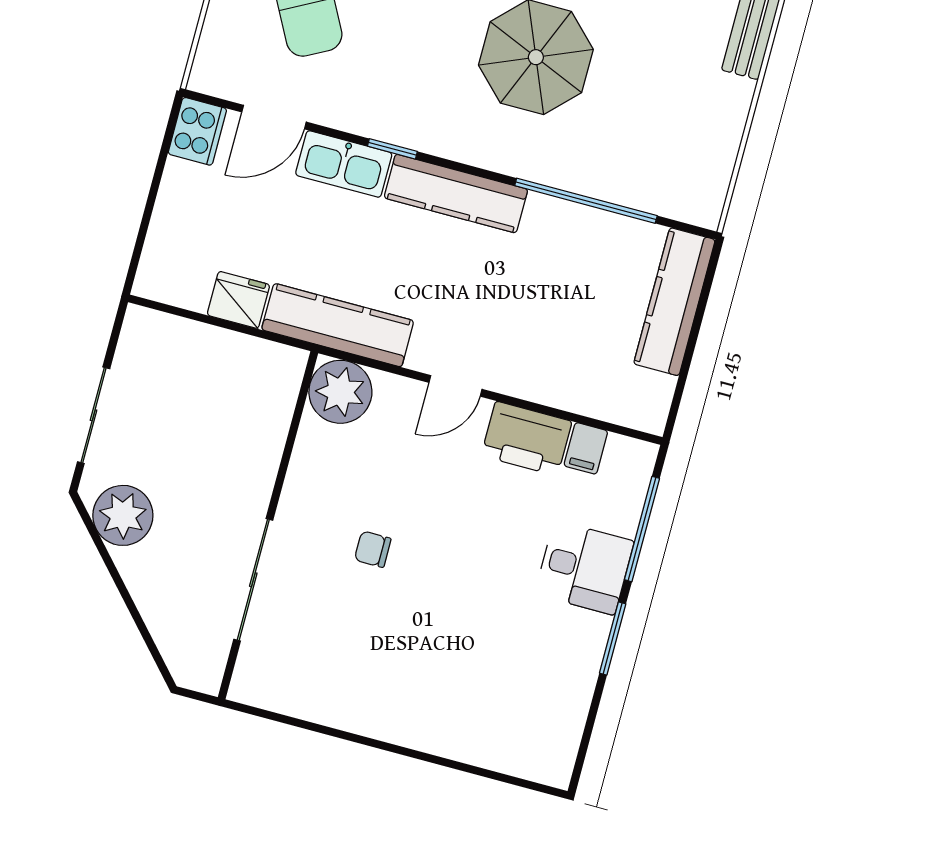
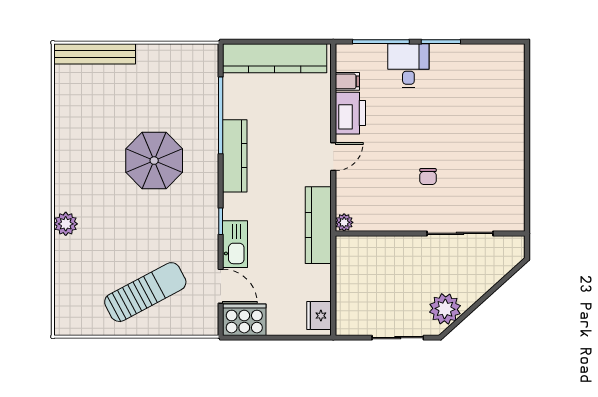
cooker: (197, 131) -> (244, 320), width x1.37, depth x1.31
kitchen counter: (456, 194) -> (235, 156), moved
fridge: (238, 300) -> (319, 316), moved
kitchen counter: (674, 302) -> (275, 58), width x1.39, depth x1.17
door: (455, 386) -> (333, 157), hinge flipped
plant: (340, 392) -> (344, 222), width x0.53, depth x0.53

